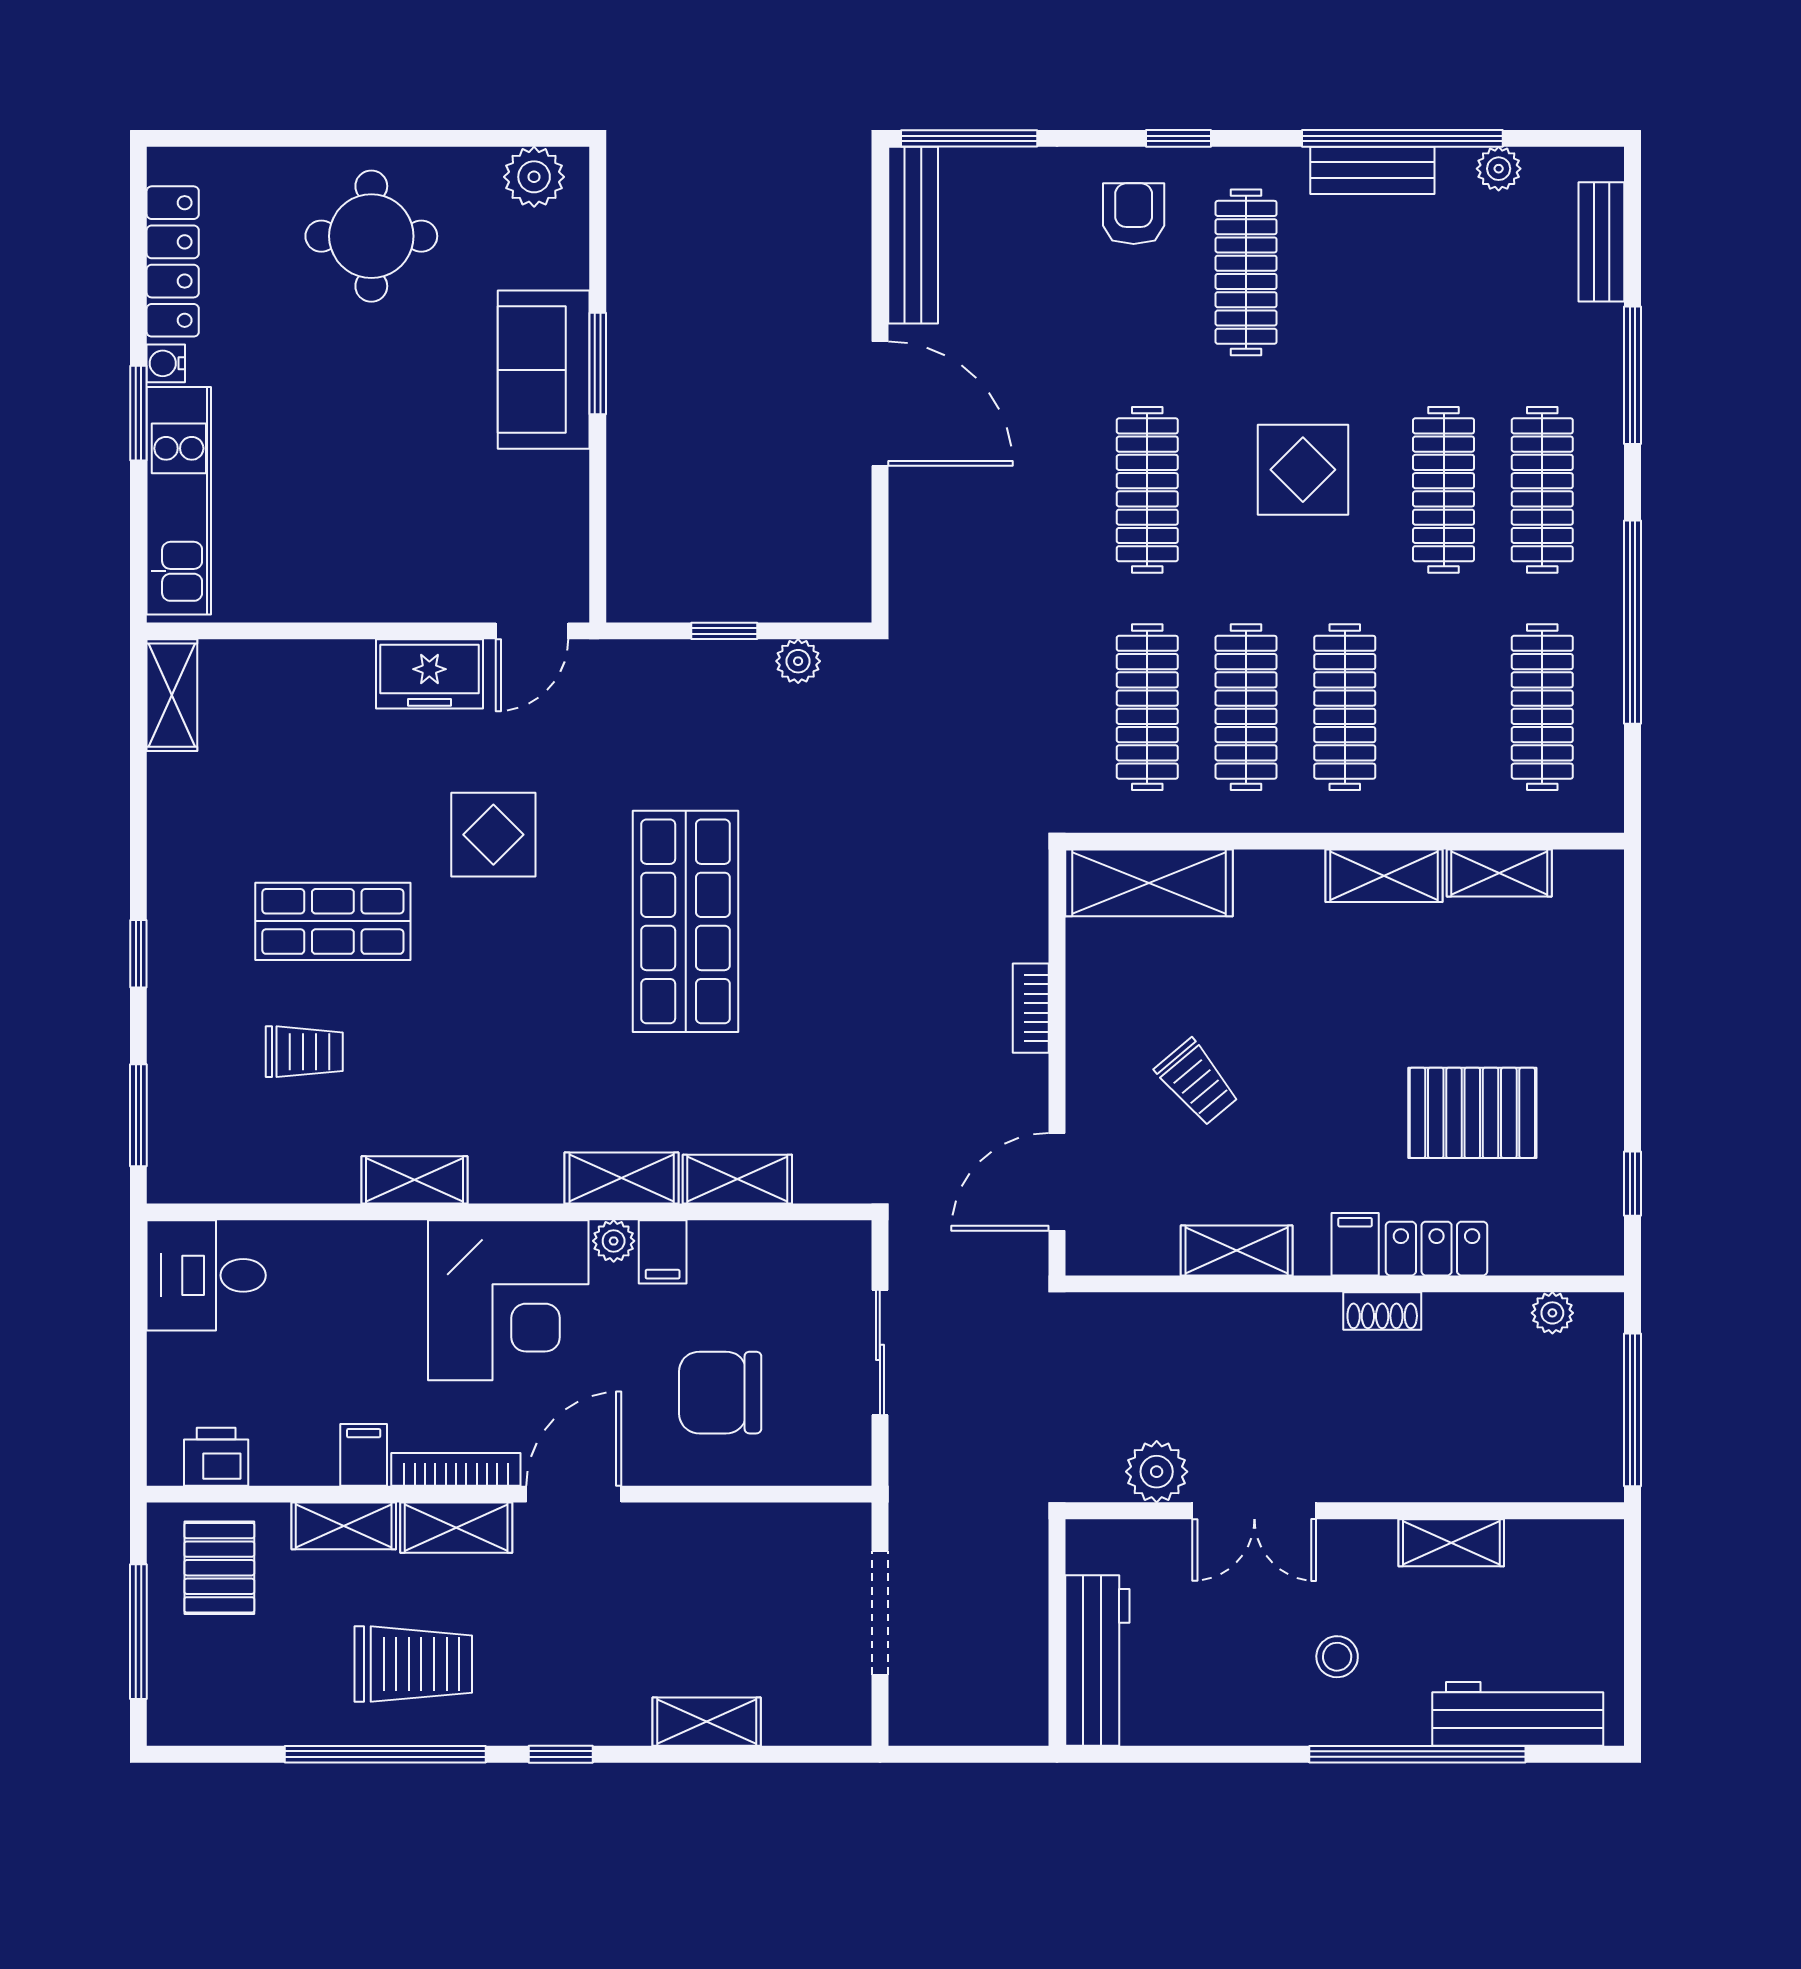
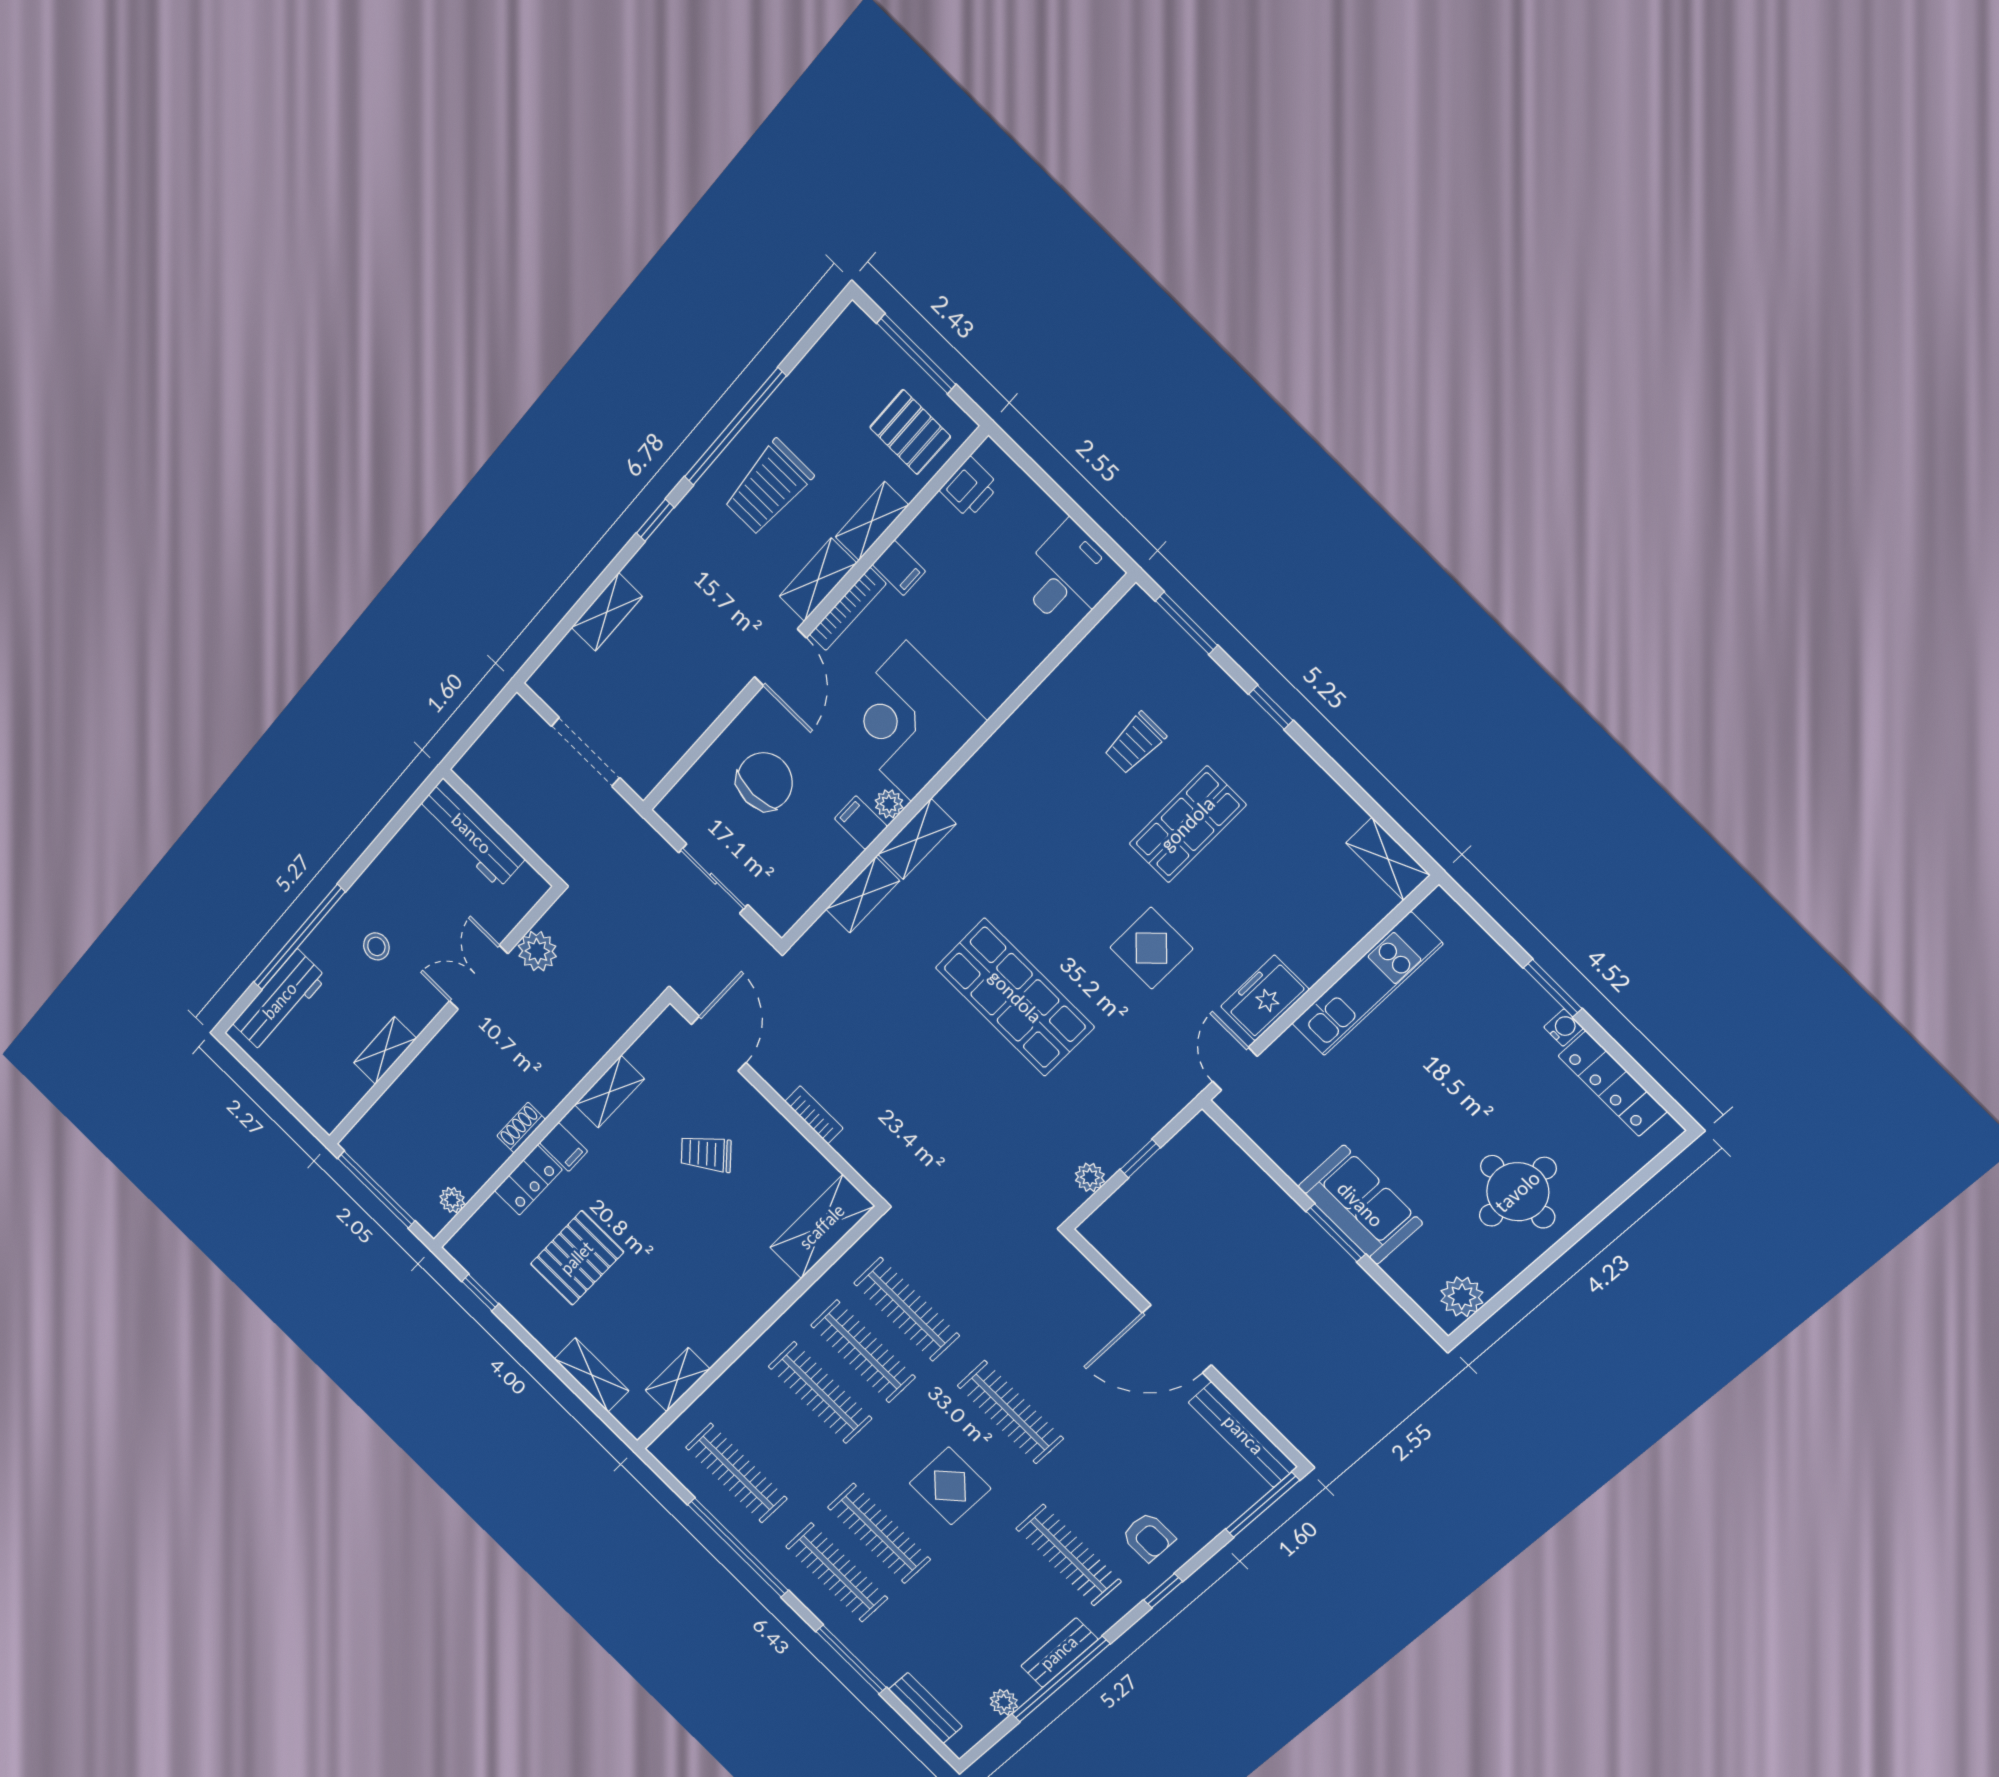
kitchen unit: (179, 501) -> (1367, 984), moved, turned -90
shelving: (1384, 876) -> (592, 1375), moved, turned 90
shelving: (414, 1180) -> (1015, 734), removed

